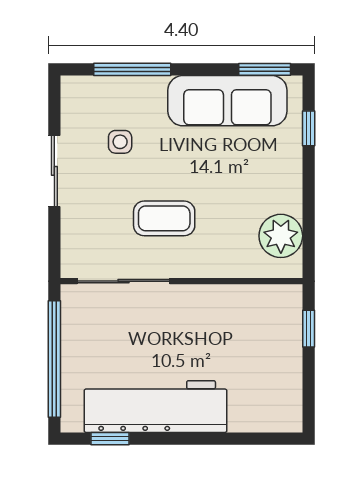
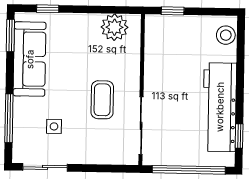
sliding door: (54, 171) -> (45, 167), moved
stool: (271, 415) -> (226, 35), added

